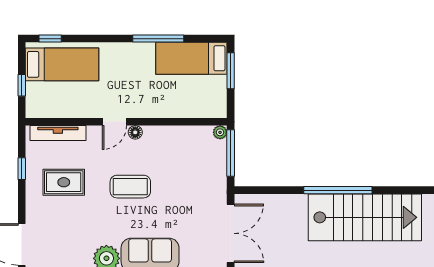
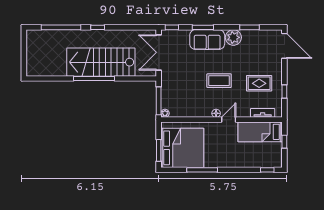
bed: (191, 58) -> (182, 148), width x2.04
bed: (62, 64) -> (260, 132), moved
tv unit: (58, 133) -> (263, 113), width x0.71
stairs: (365, 217) -> (101, 62), moved

